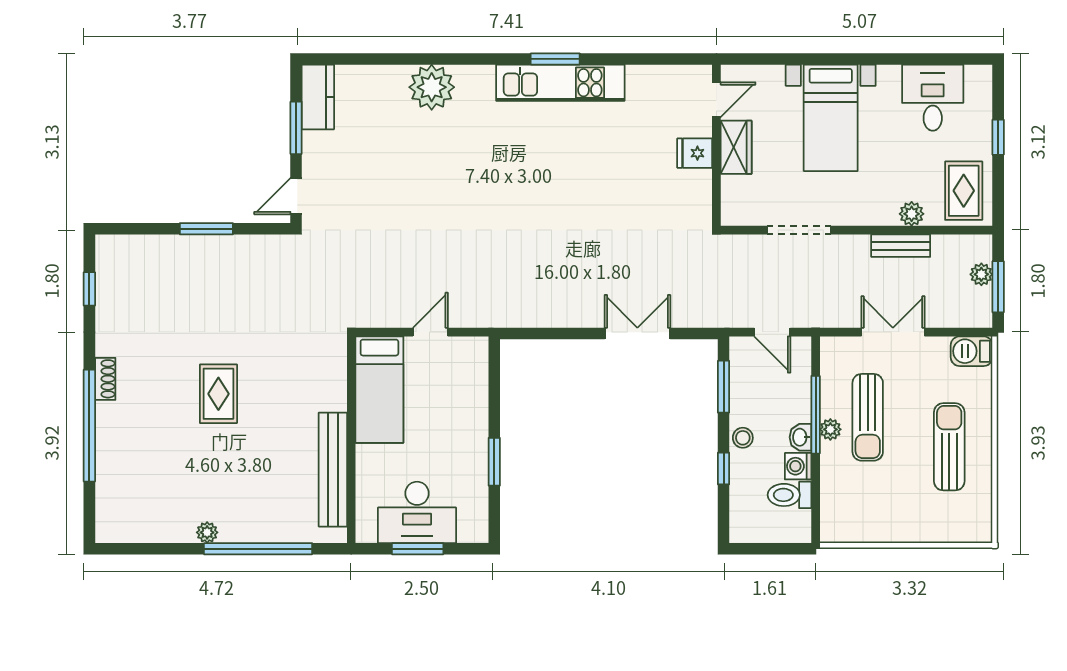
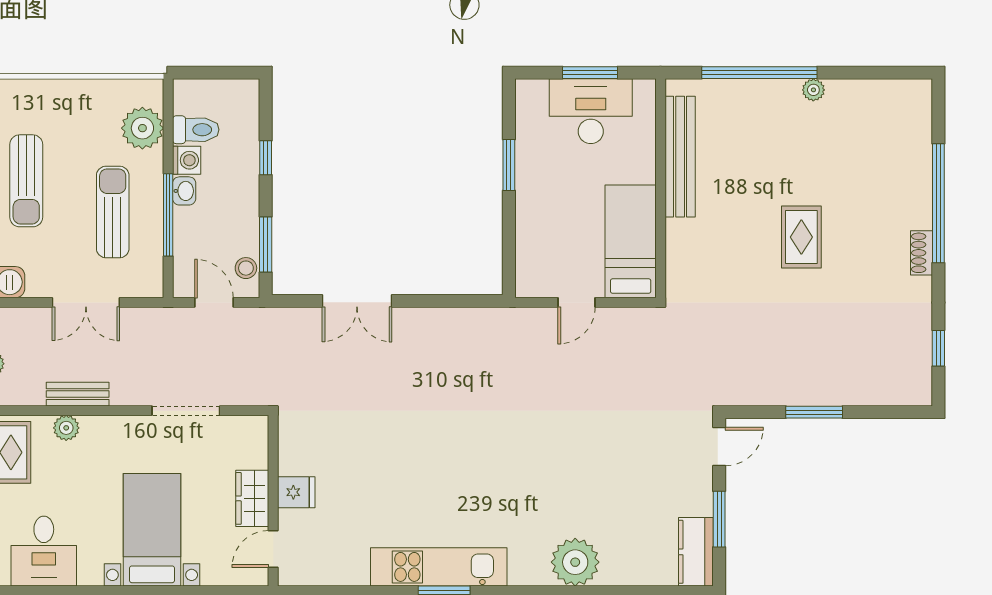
plant: (830, 429) -> (142, 128), moved, width x1.88, depth x1.88
stool: (743, 438) -> (246, 268), moved

